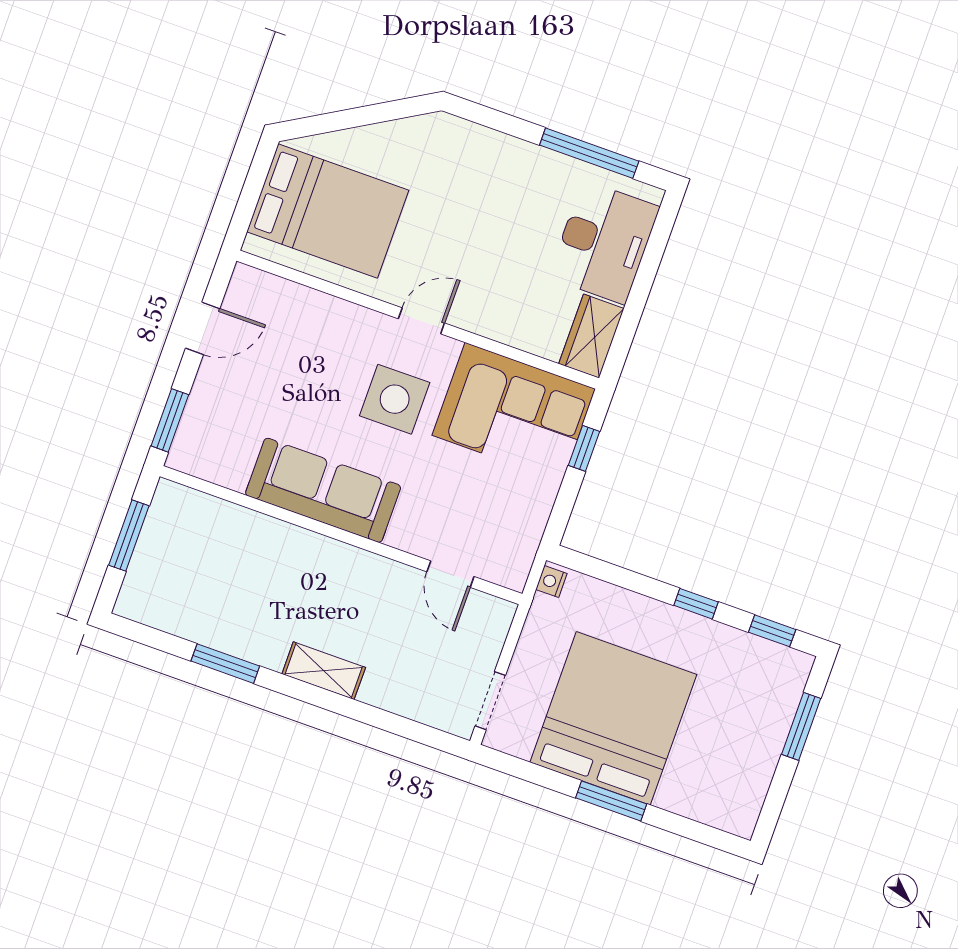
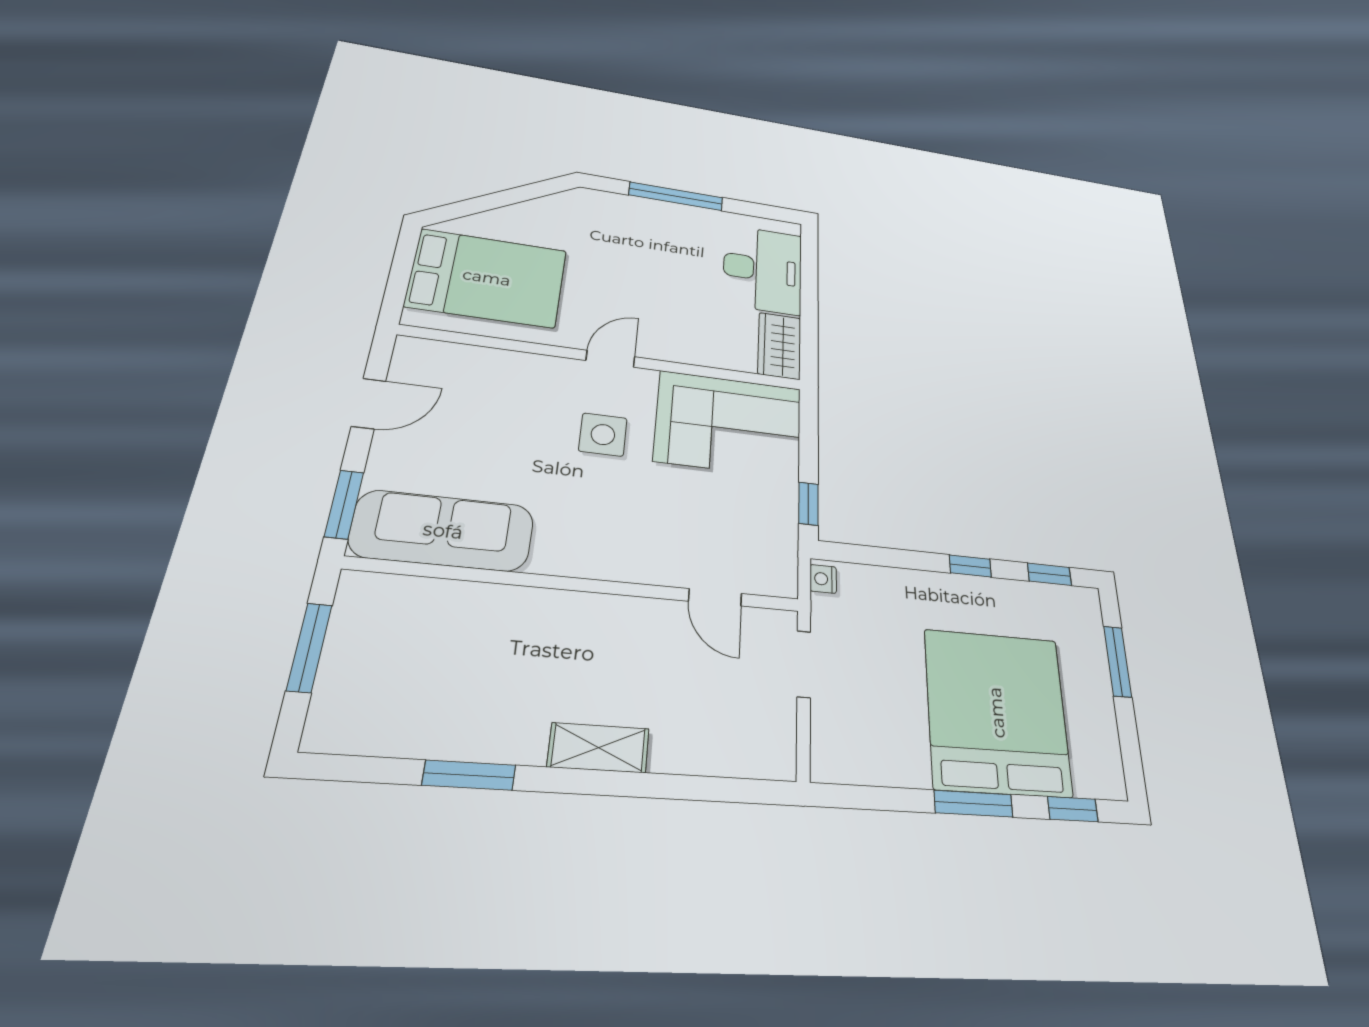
window: (589, 153) -> (676, 196), moved
side table: (395, 399) -> (603, 435), width x0.73, depth x0.73
window: (584, 448) -> (808, 504), moved
sofa: (323, 490) -> (443, 531), moved
doorway: (490, 701) -> (804, 664), moved
bed: (613, 718) -> (997, 712), moved
window: (697, 831) -> (1073, 809), added

